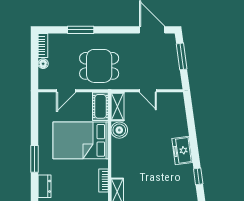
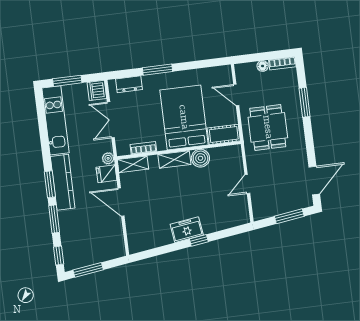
shelving: (118, 106) -> (174, 159), moved
window: (198, 176) -> (199, 240), moved

